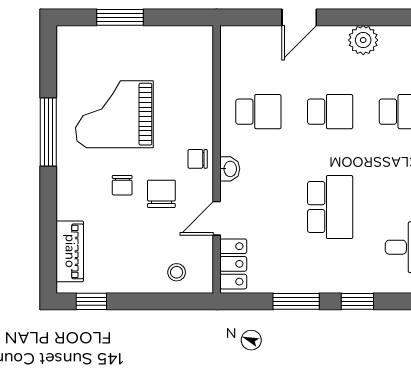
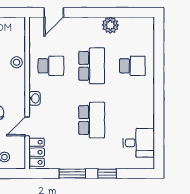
door: (299, 17) -> (54, 12), moved
stool: (198, 105) -> (17, 62), added
school desk: (330, 112) -> (92, 66), width x1.85
chair: (198, 159) -> (16, 93), removed

